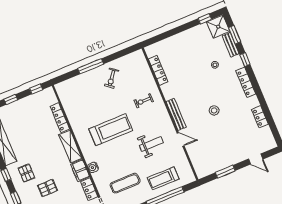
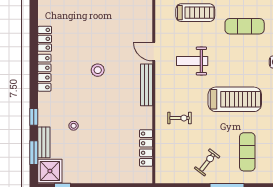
locker: (246, 82) -> (44, 73), moved
exercise mat: (87, 97) -> (247, 152), added
treadmill: (111, 130) -> (235, 99), turned 180

